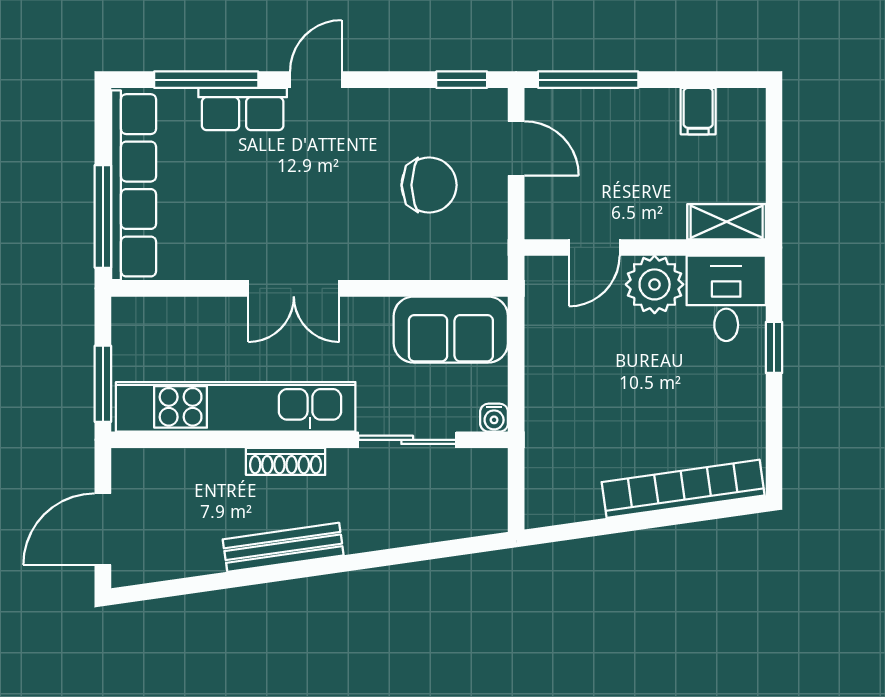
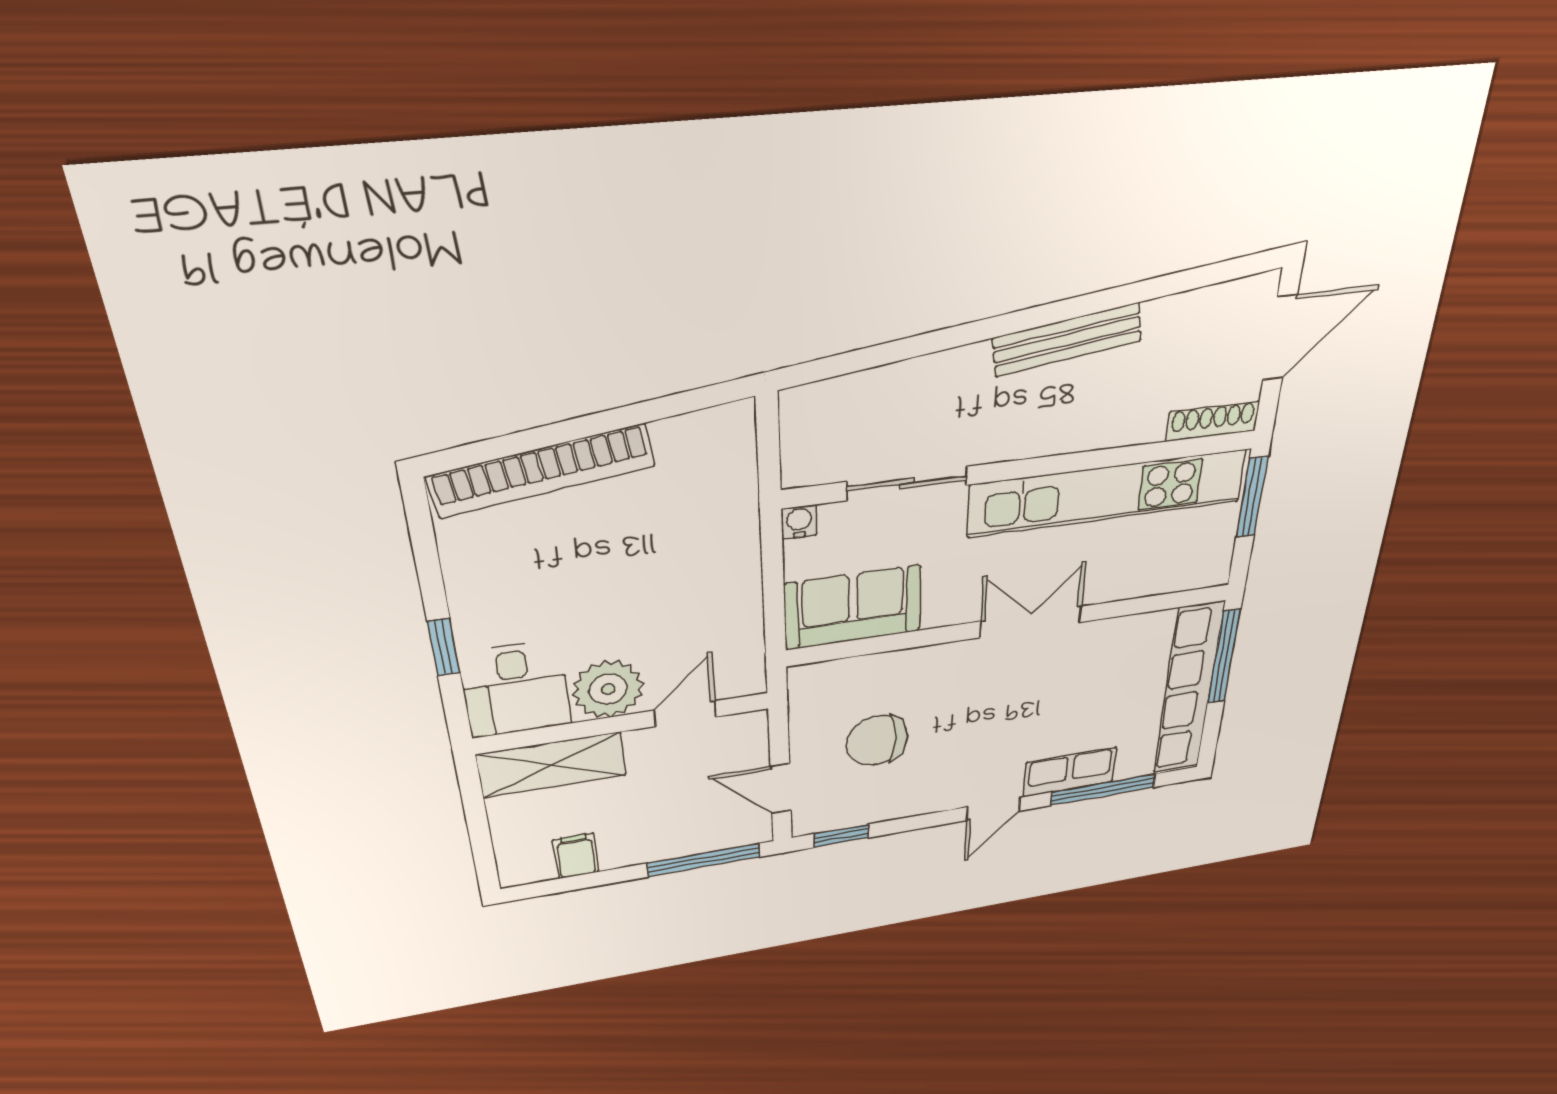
shelving: (727, 222) -> (552, 765), width x1.50, depth x1.33
shoe rack: (286, 461) -> (1213, 421), moved

